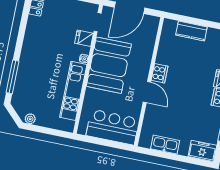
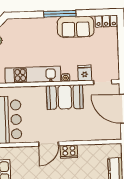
sofa: (35, 36) -> (76, 27), added
booth: (109, 65) -> (65, 97), width x0.73, depth x0.70
window: (13, 77) -> (60, 14), moved

